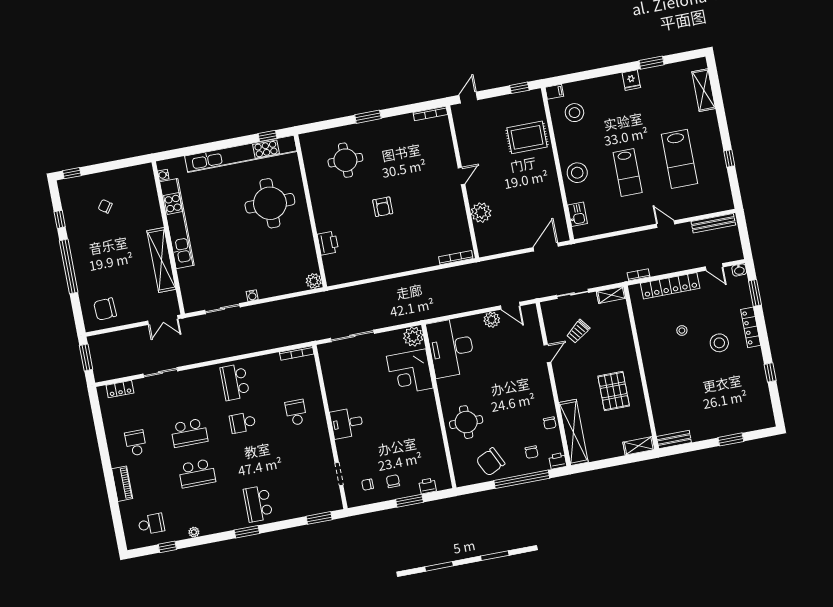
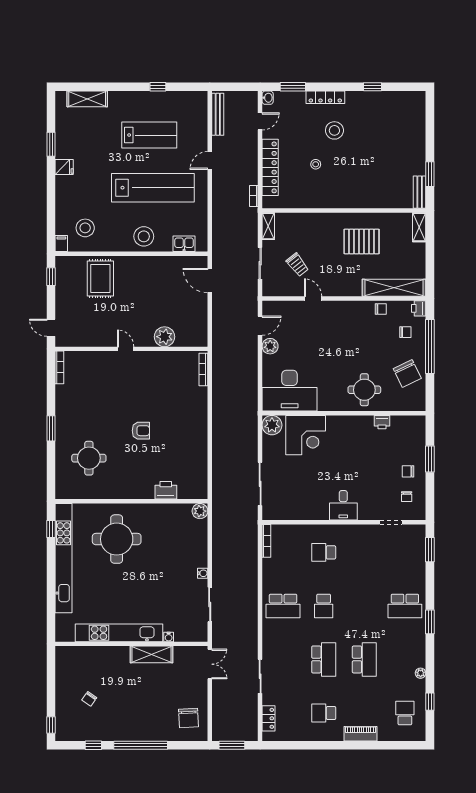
lab bench: (628, 173) -> (153, 188), width x1.86, depth x1.39
water cooler: (163, 175) -> (169, 637), moved
shelving: (161, 260) -> (151, 654), width x0.68
window: (731, 439) -> (430, 174), moved
printer: (428, 486) -> (382, 422), moved, turned -90

